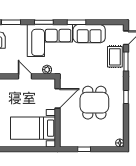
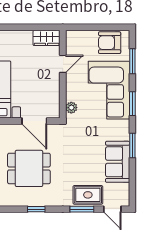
corner sofa: (50, 40) -> (109, 90), moved
door: (25, 76) -> (63, 64), moved

